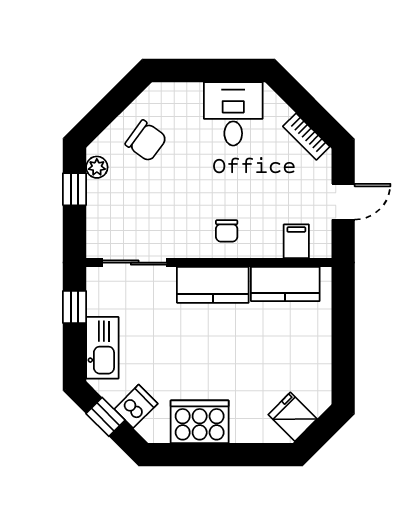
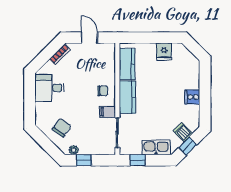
filing cabinet: (296, 241) -> (108, 112), moved
fridge: (293, 417) -> (164, 51), moved, turned -45
cooker: (200, 422) -> (192, 97), width x0.53, depth x0.76

